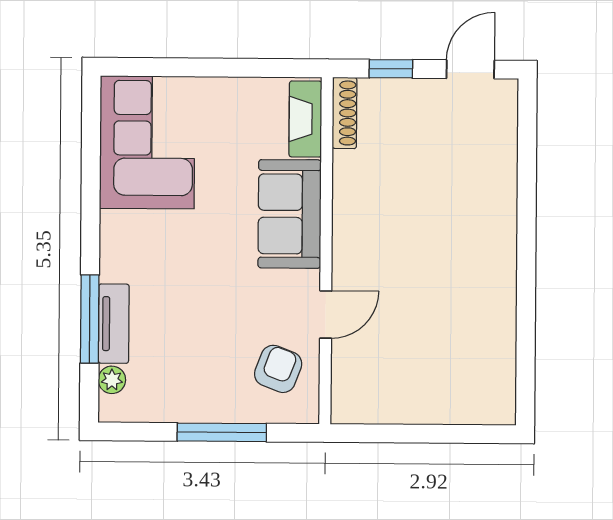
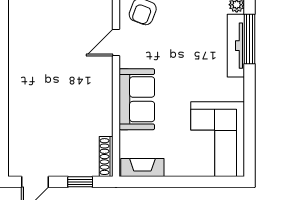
fireplace: (305, 119) -> (142, 168), moved, turned -90
tv unit: (114, 324) -> (236, 46), width x1.41

